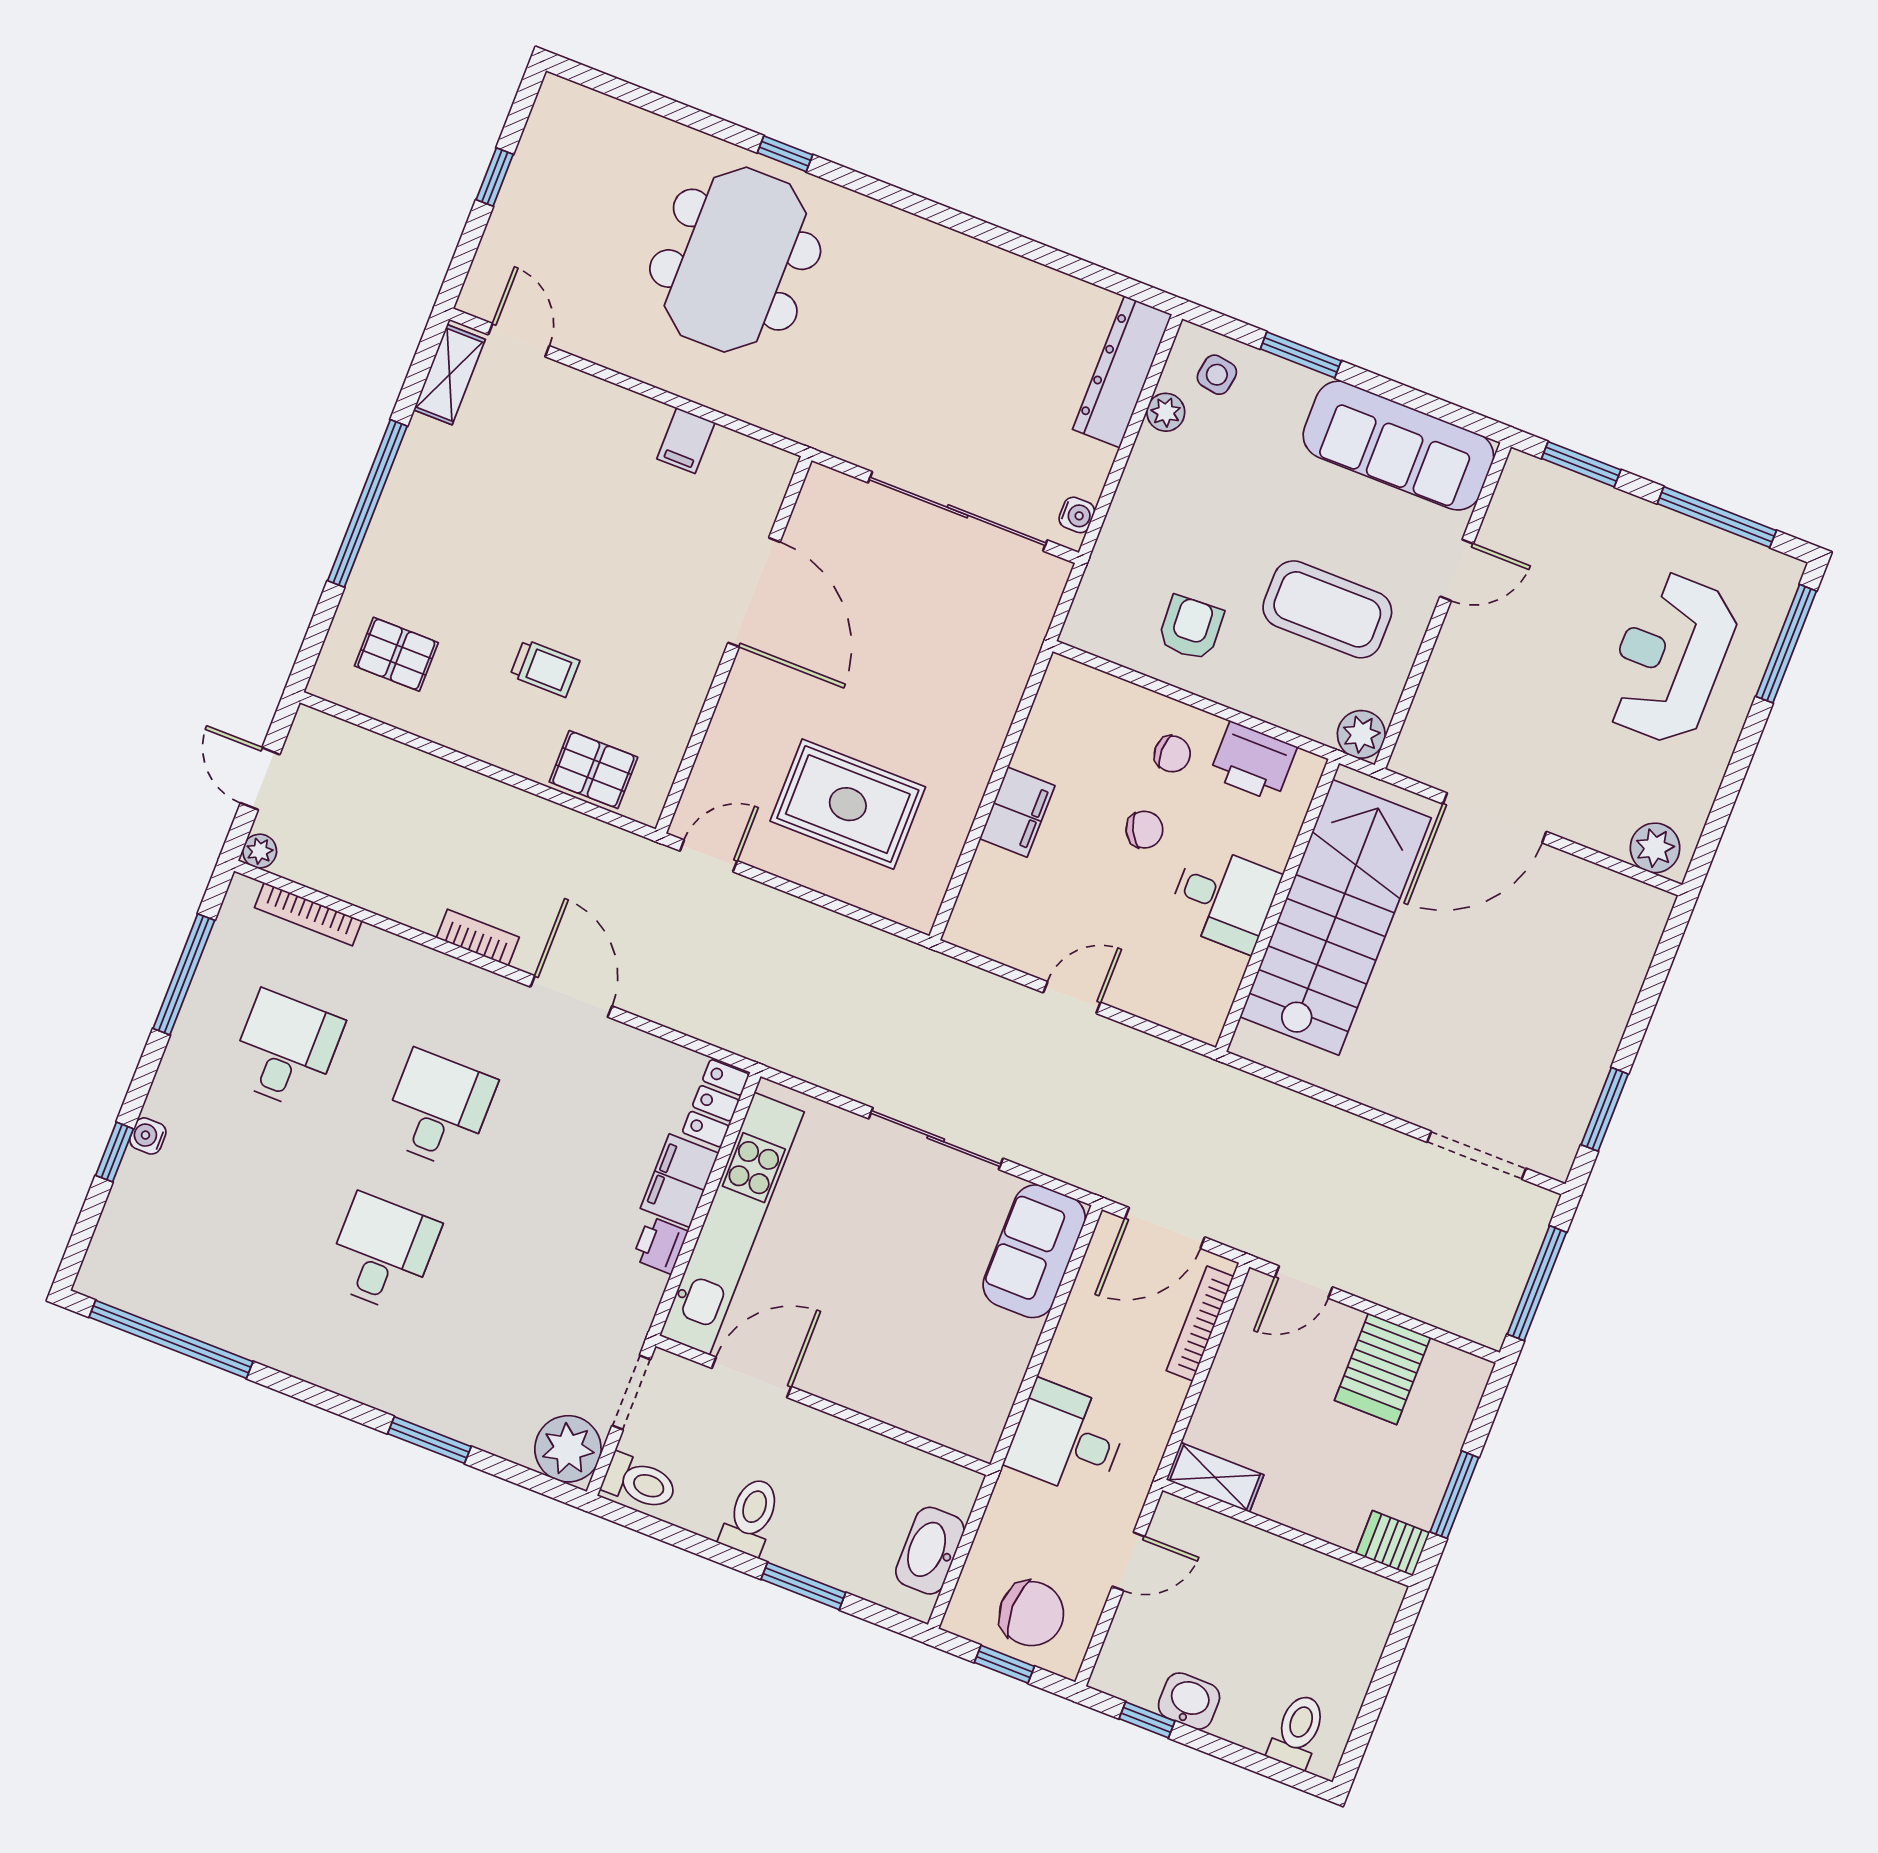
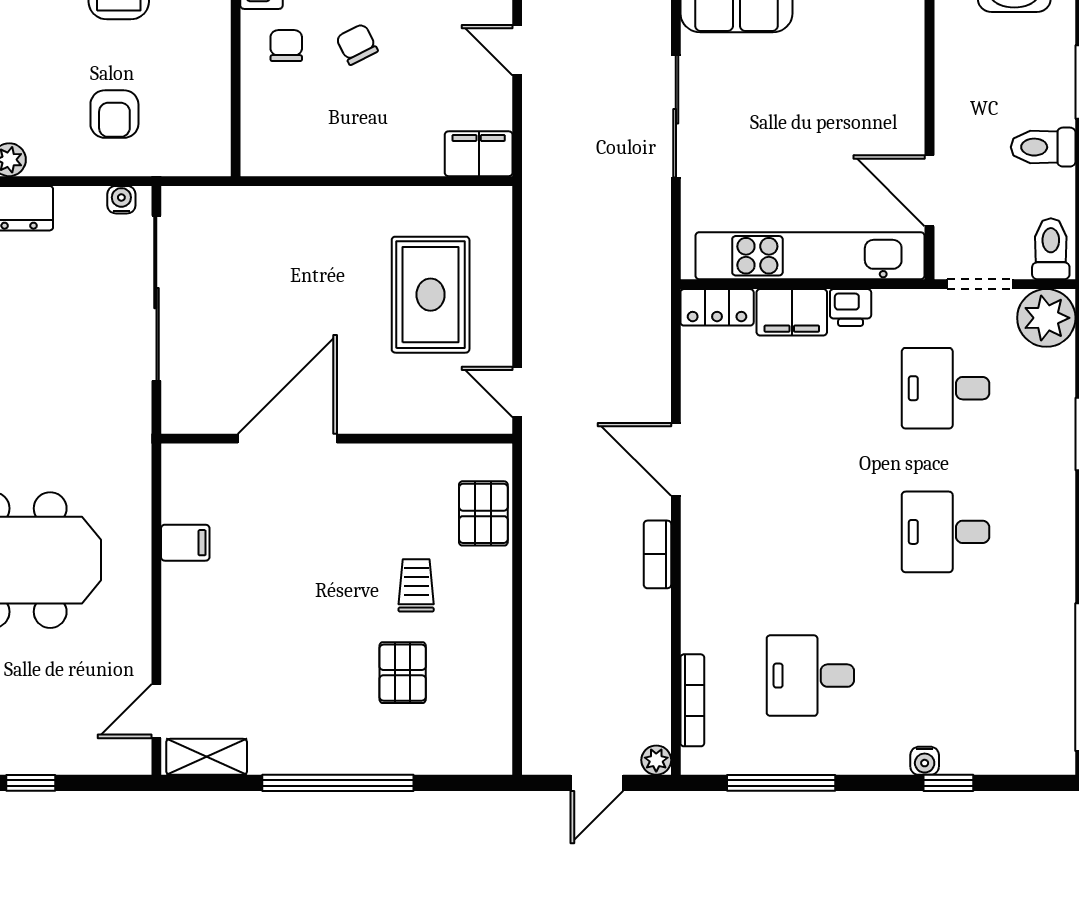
armchair: (1191, 628) -> (114, 114), moved, turned -87
pallet: (396, 654) -> (403, 673), moved
filing cabinet: (1017, 812) -> (479, 154), moved
door: (571, 996) -> (676, 459), hinge flipped
desk: (438, 1109) -> (946, 388), moved

